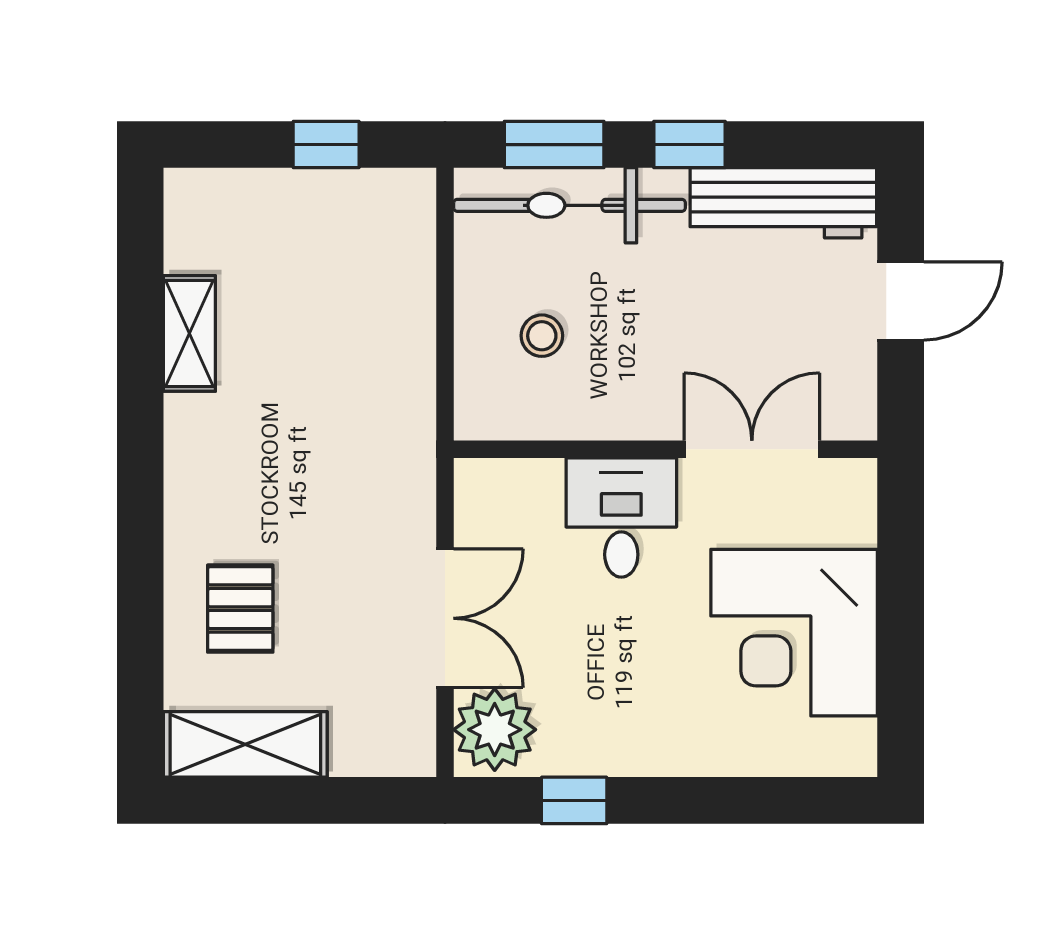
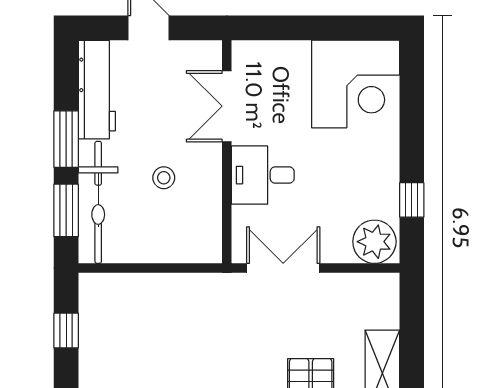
window: (690, 145) -> (66, 139), width x1.50
stool: (542, 336) -> (164, 178), moved
double door: (445, 618) -> (283, 268), moved
corner desk: (794, 633) -> (356, 84), moved

